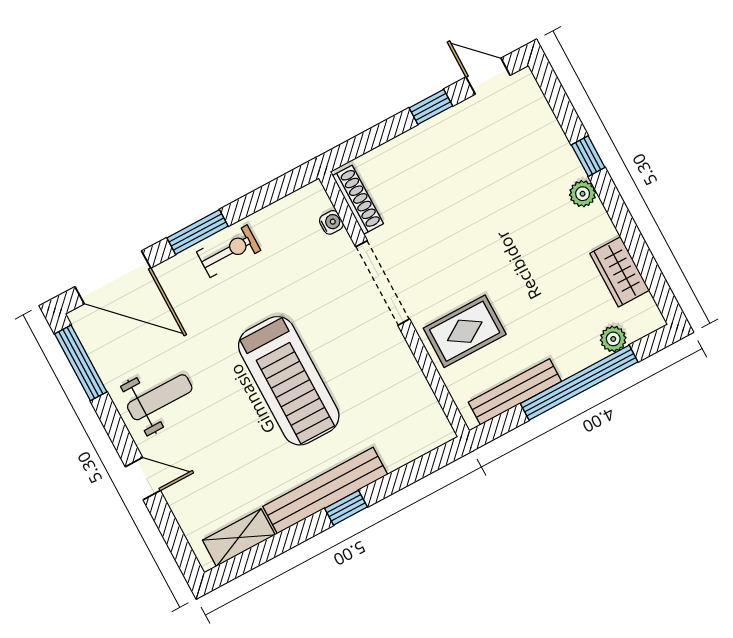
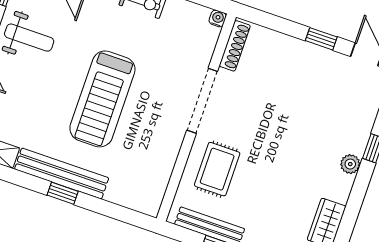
water cooler: (331, 222) -> (218, 18), moved, turned -90
rug: (465, 331) -> (217, 169), turned 90

